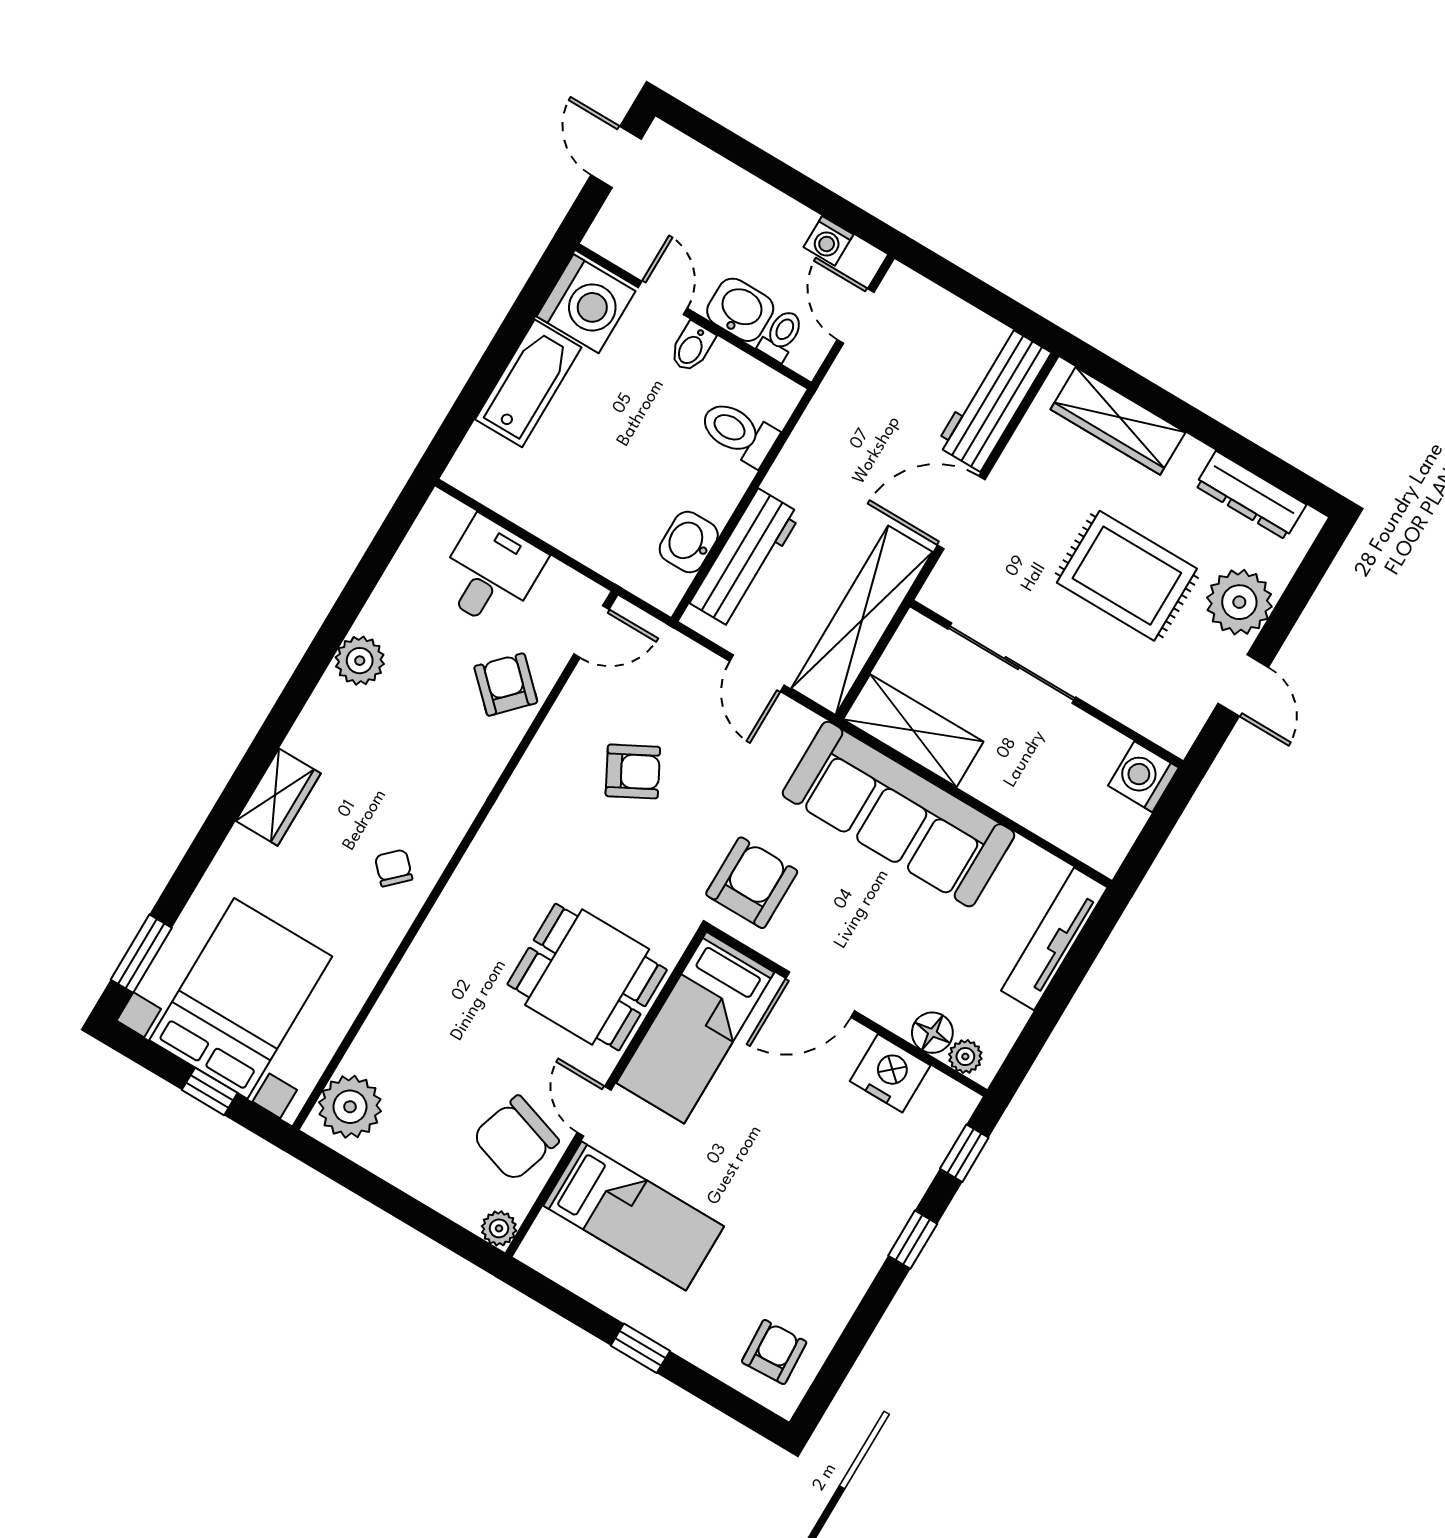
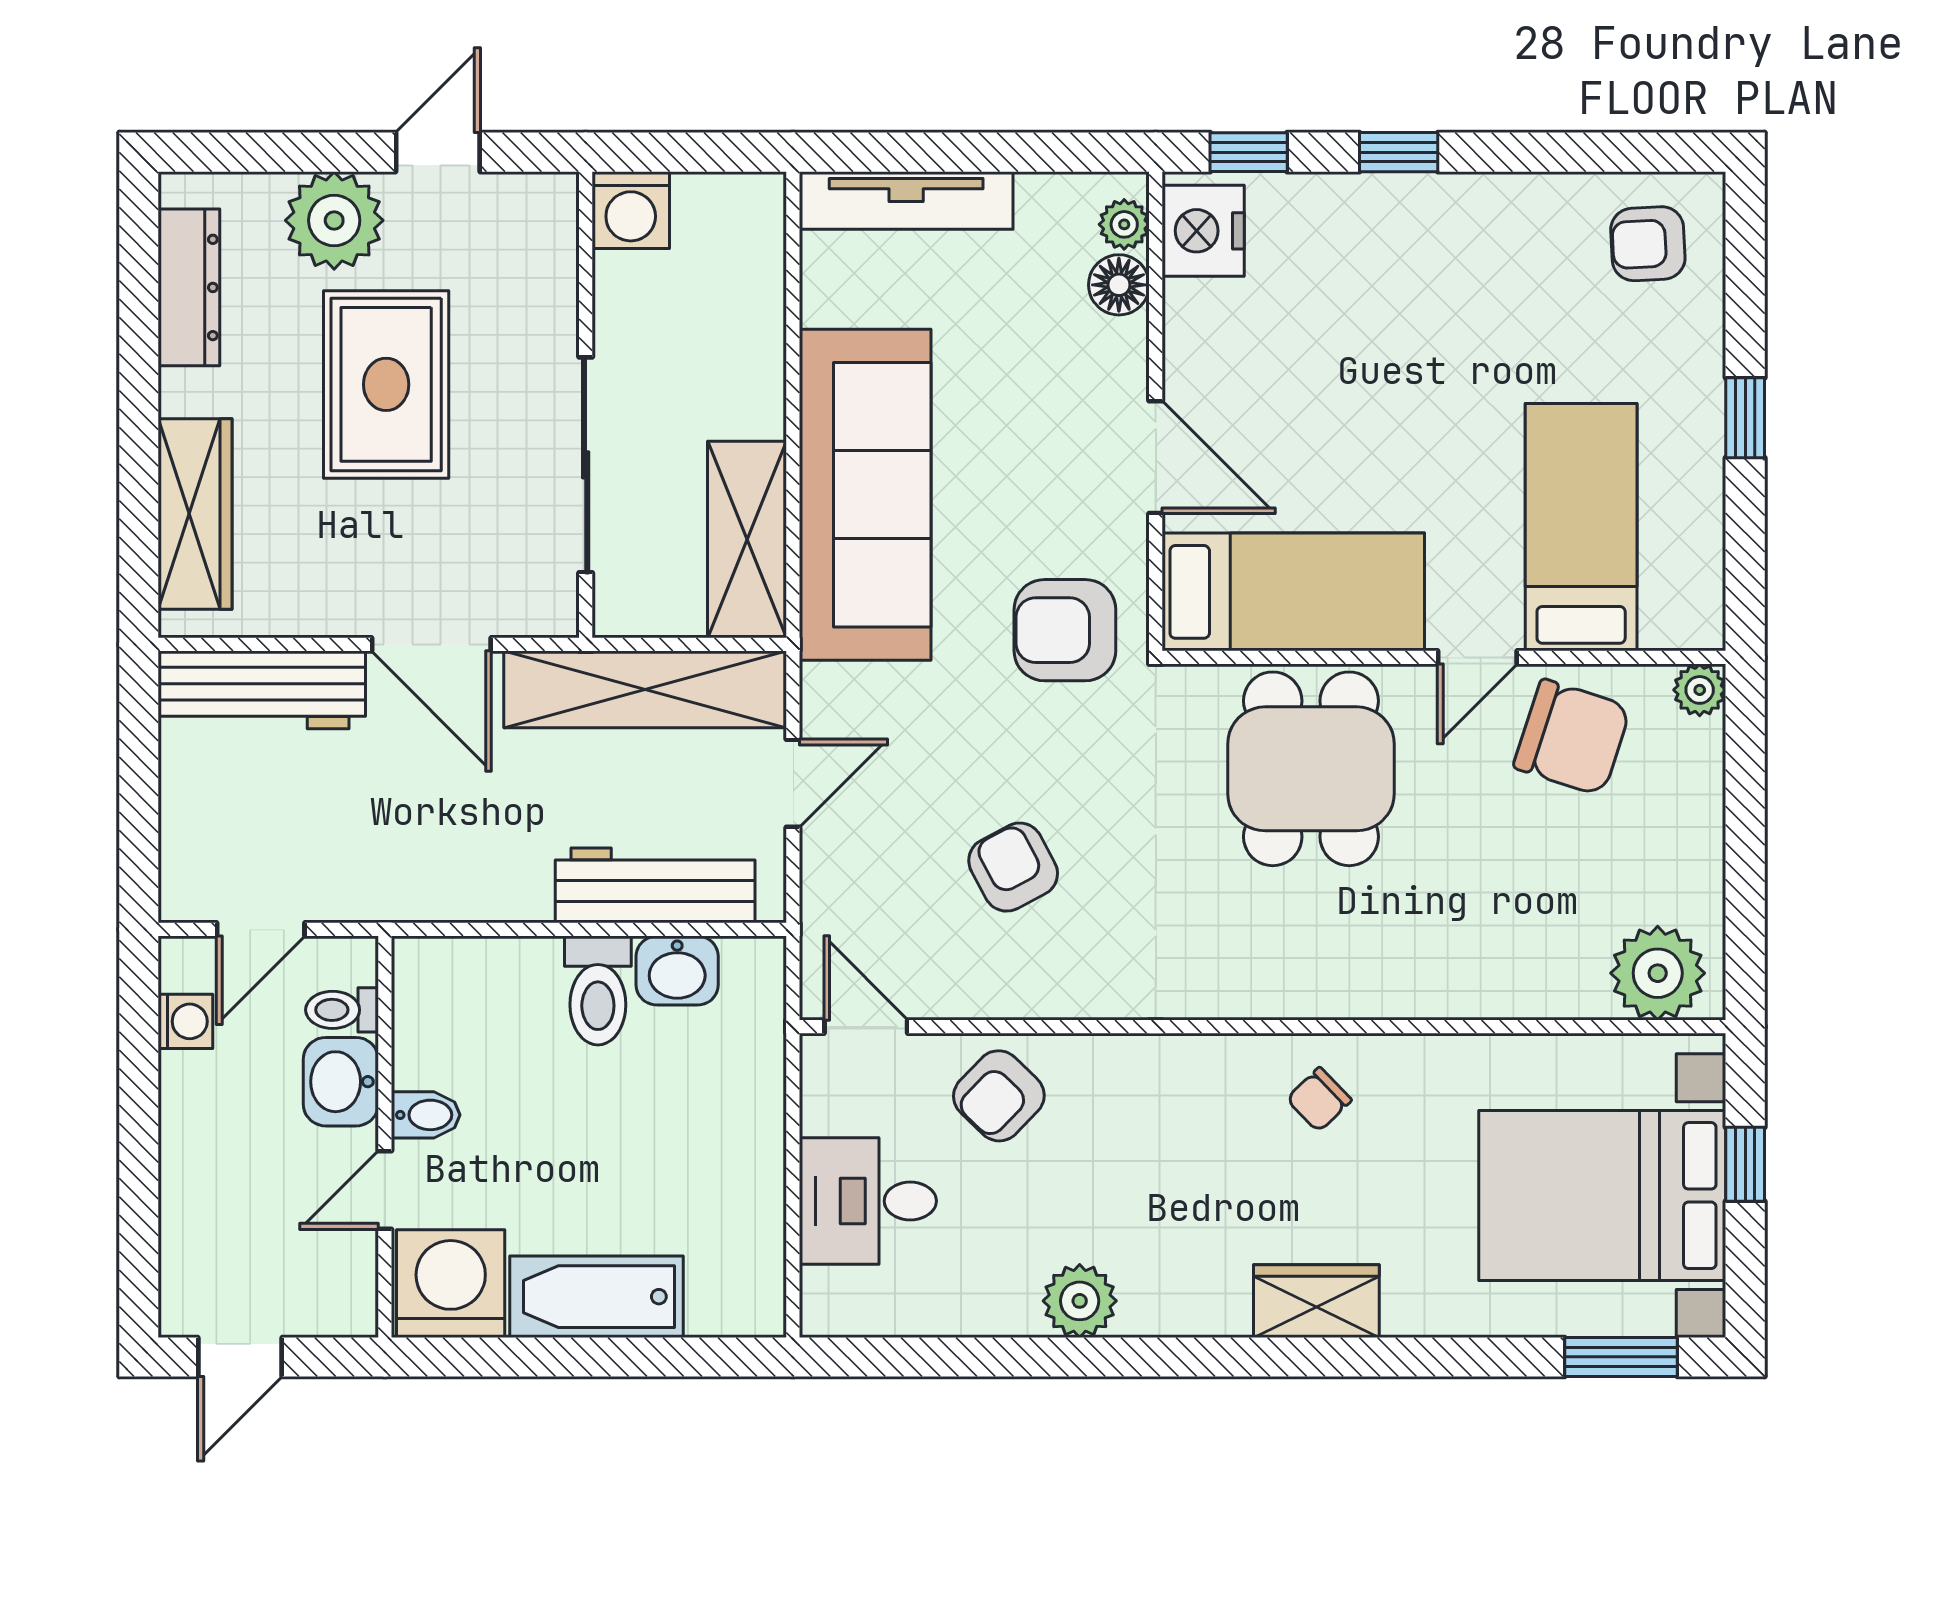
toilet: (738, 433) -> (598, 990), moved
nightstand: (890, 1073) -> (1203, 231), moved

